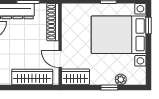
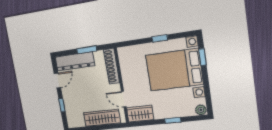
plant: (121, 79) -> (201, 110), moved

